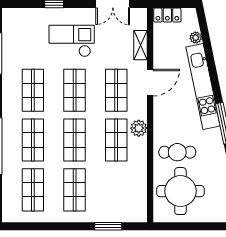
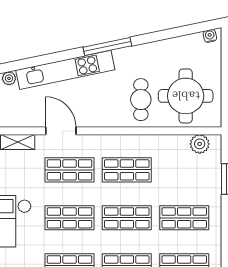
plant: (139, 128) -> (200, 144), moved

